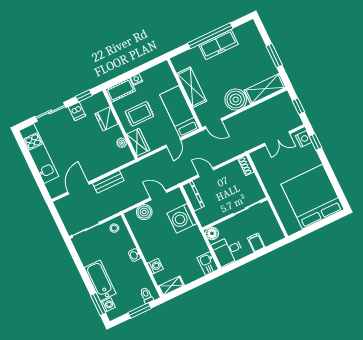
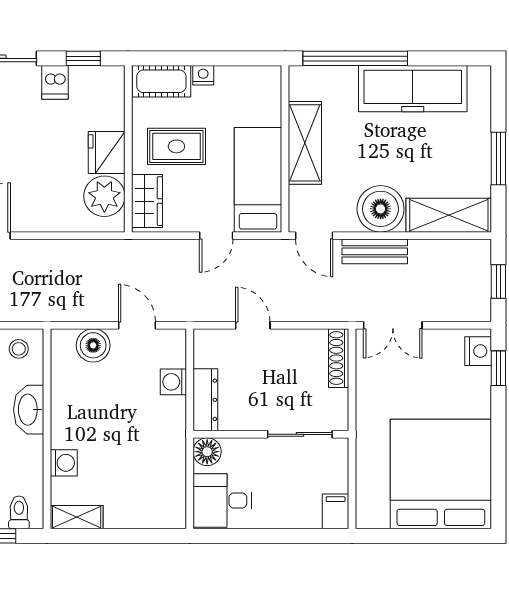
window: (210, 36) -> (355, 58), moved
freezer: (218, 45) -> (413, 89), width x1.36, depth x1.26
fridge: (107, 119) -> (107, 152), moved
double door: (277, 138) -> (393, 325), moved
plant: (122, 143) -> (104, 196), width x1.88, depth x1.88
shoe rack: (246, 165) -> (339, 358), width x1.43
bench: (108, 182) -> (375, 251), moved
dresser: (193, 196) -> (205, 400), moved
washing machine: (182, 218) -> (173, 382), width x0.53, depth x0.53
filing cabinet: (256, 243) -> (336, 511), moved
washbasin: (135, 255) -> (29, 410), width x1.91, depth x1.45
kitchen sink: (208, 263) -> (171, 507), removed

